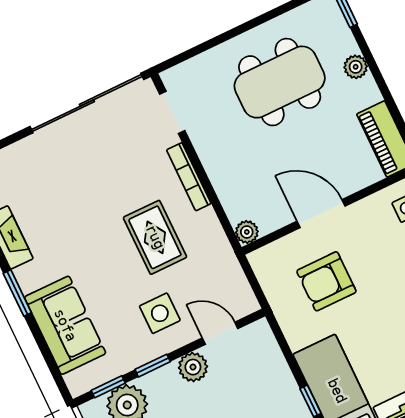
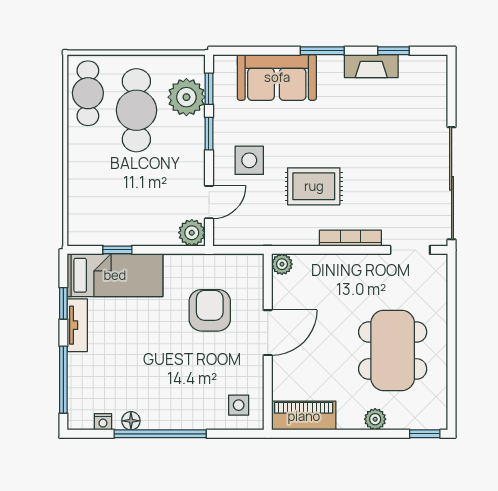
plant: (193, 367) -> (192, 233), moved

